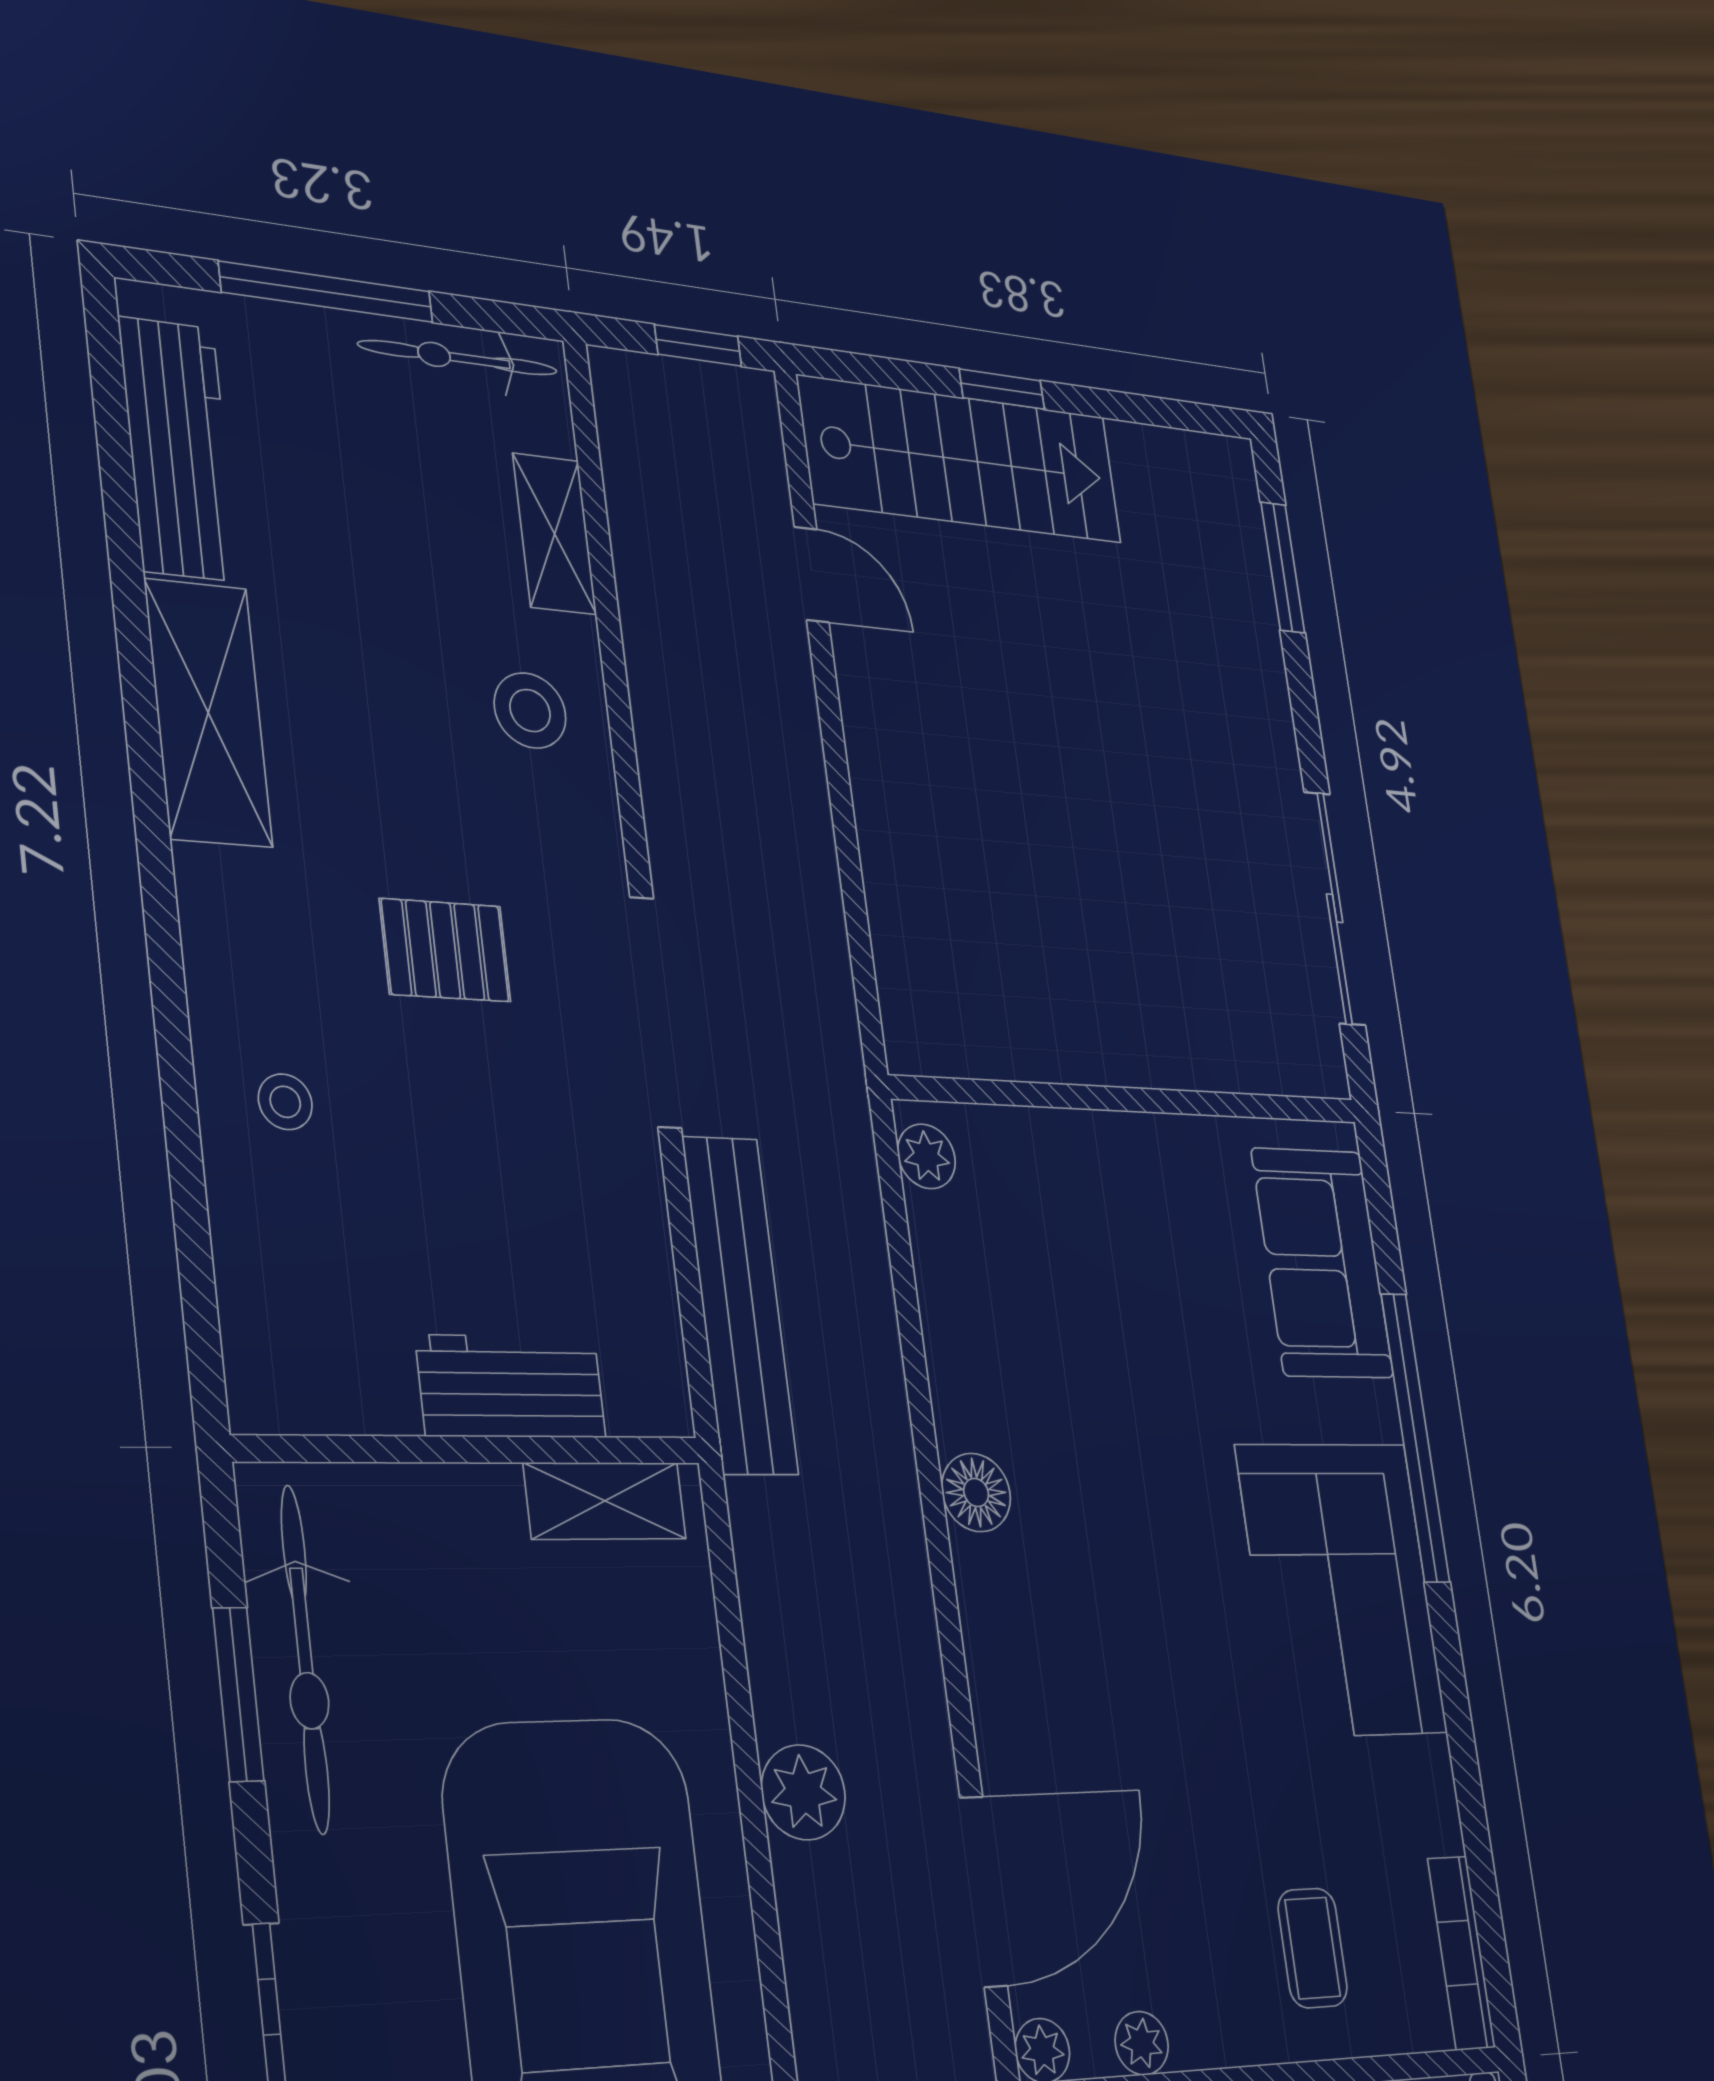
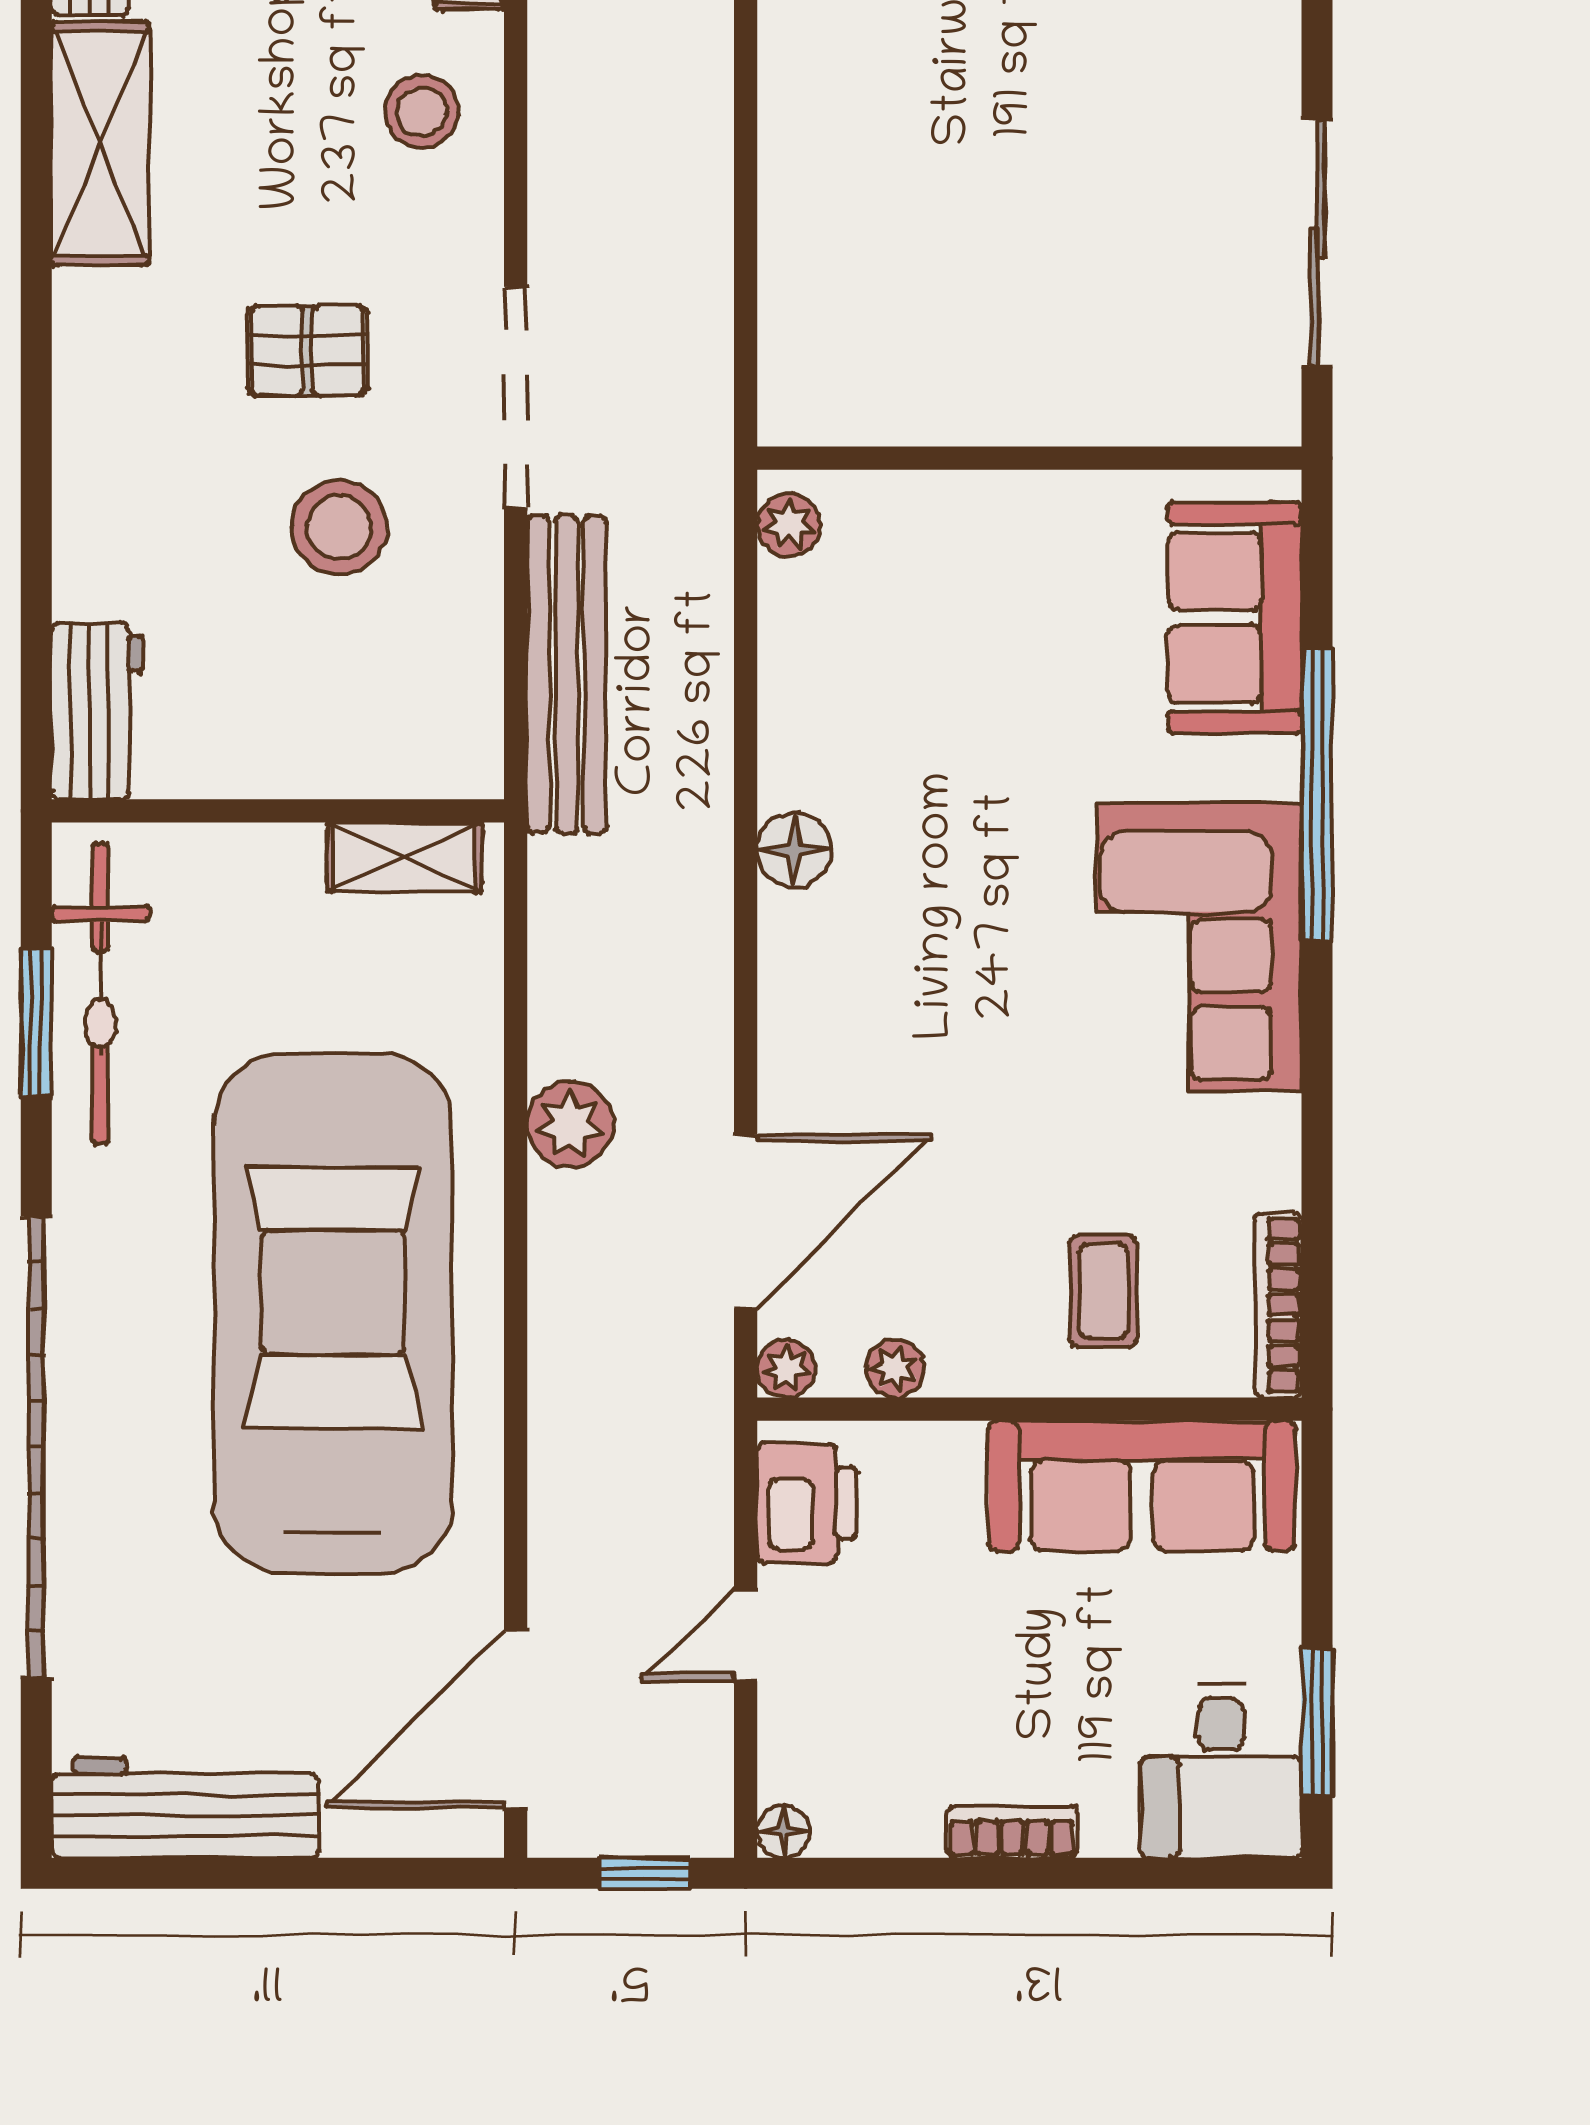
stool: (285, 1102) -> (339, 527), moved, width x1.89, depth x1.89
workbench: (511, 1386) -> (97, 711), moved, turned 90

